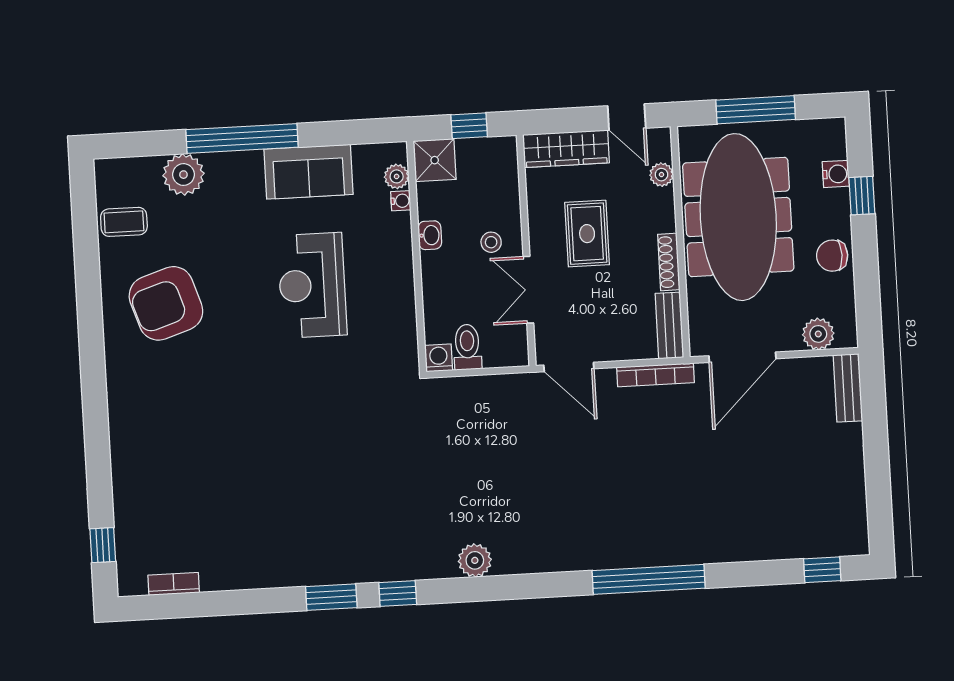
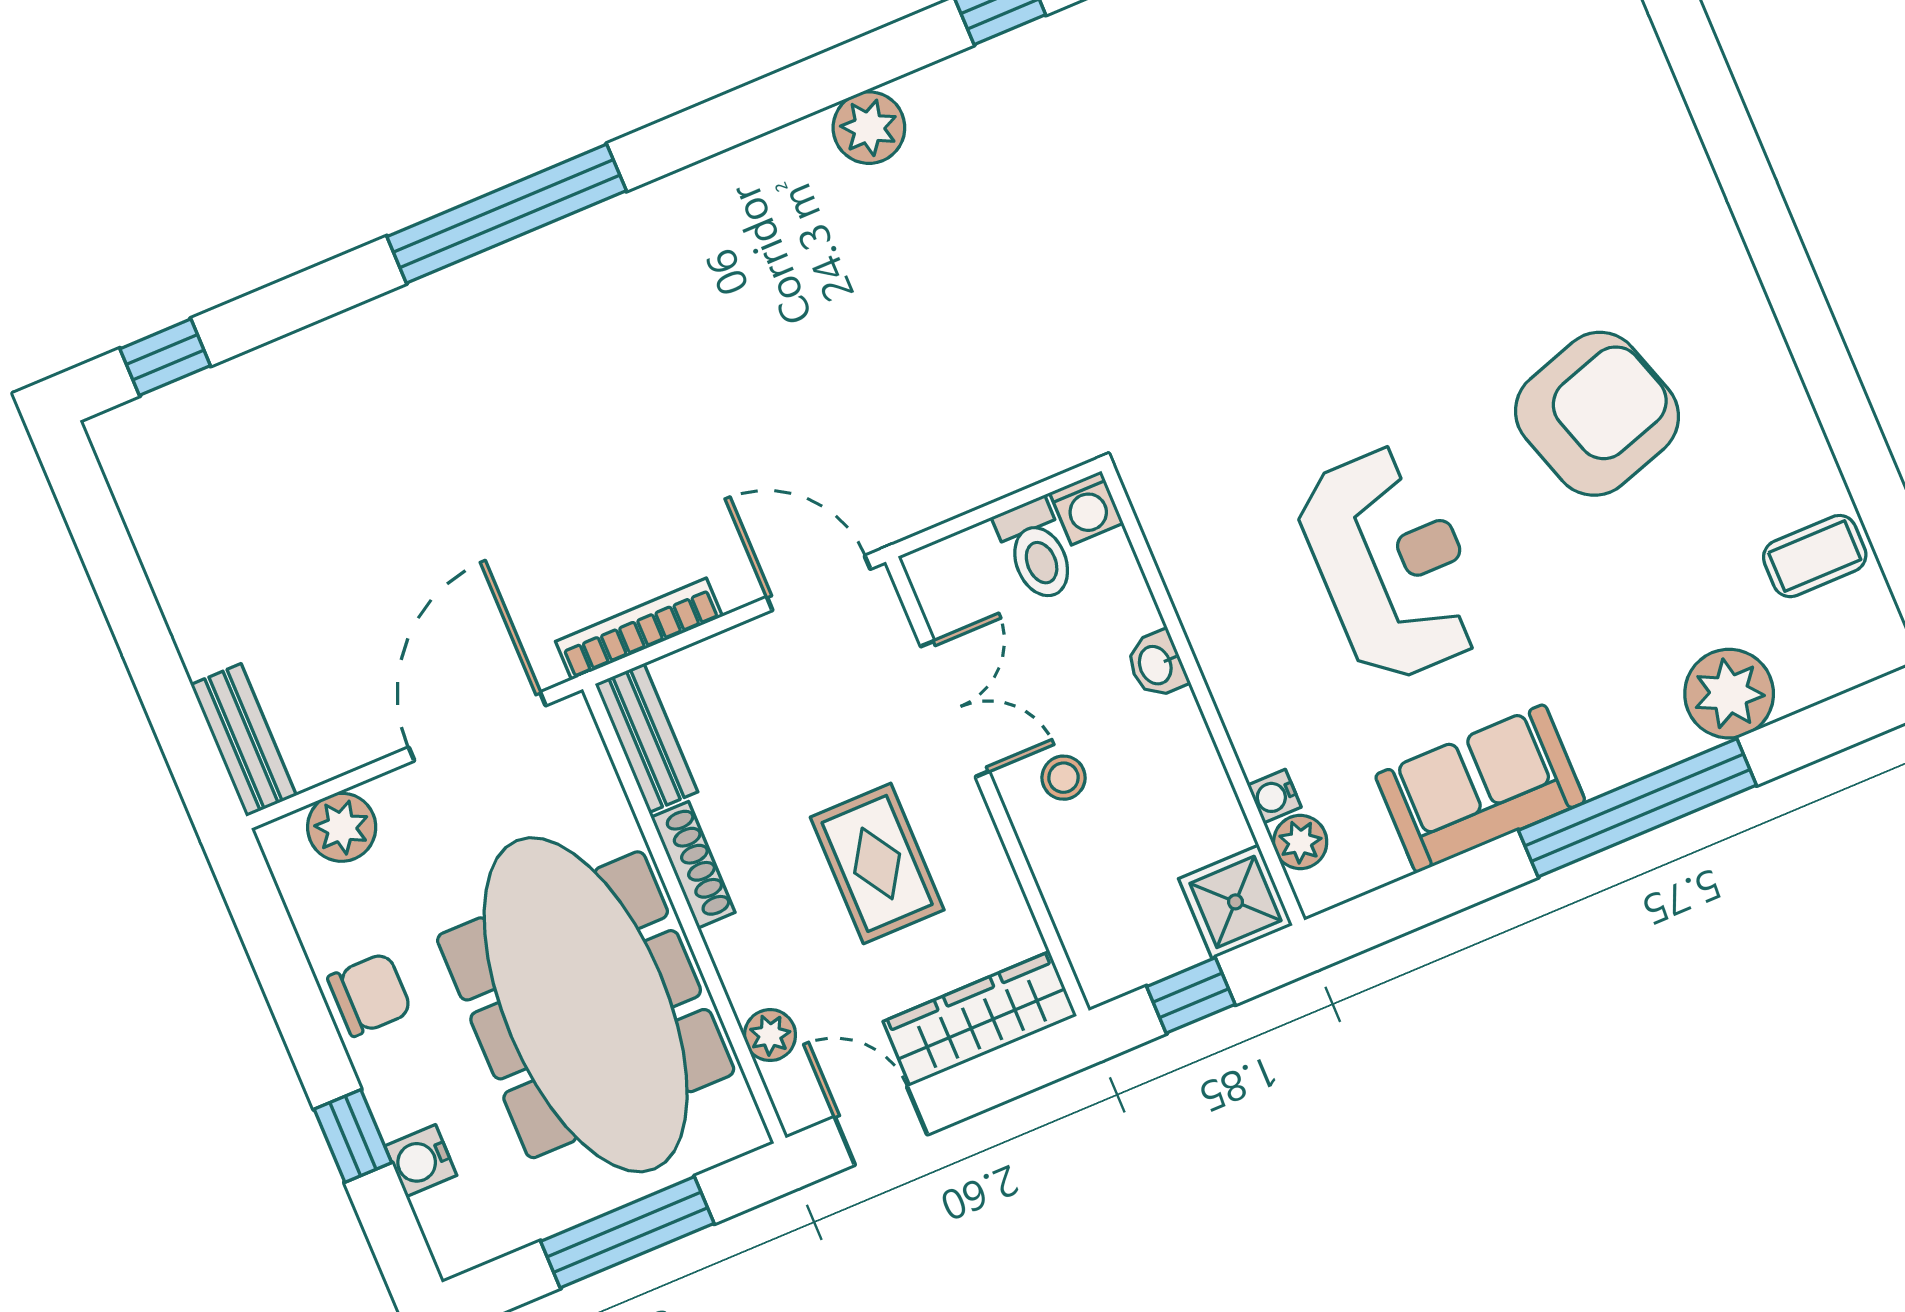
washbasin: (430, 235) -> (1157, 665), moved
armchair: (166, 303) -> (1597, 414), moved

